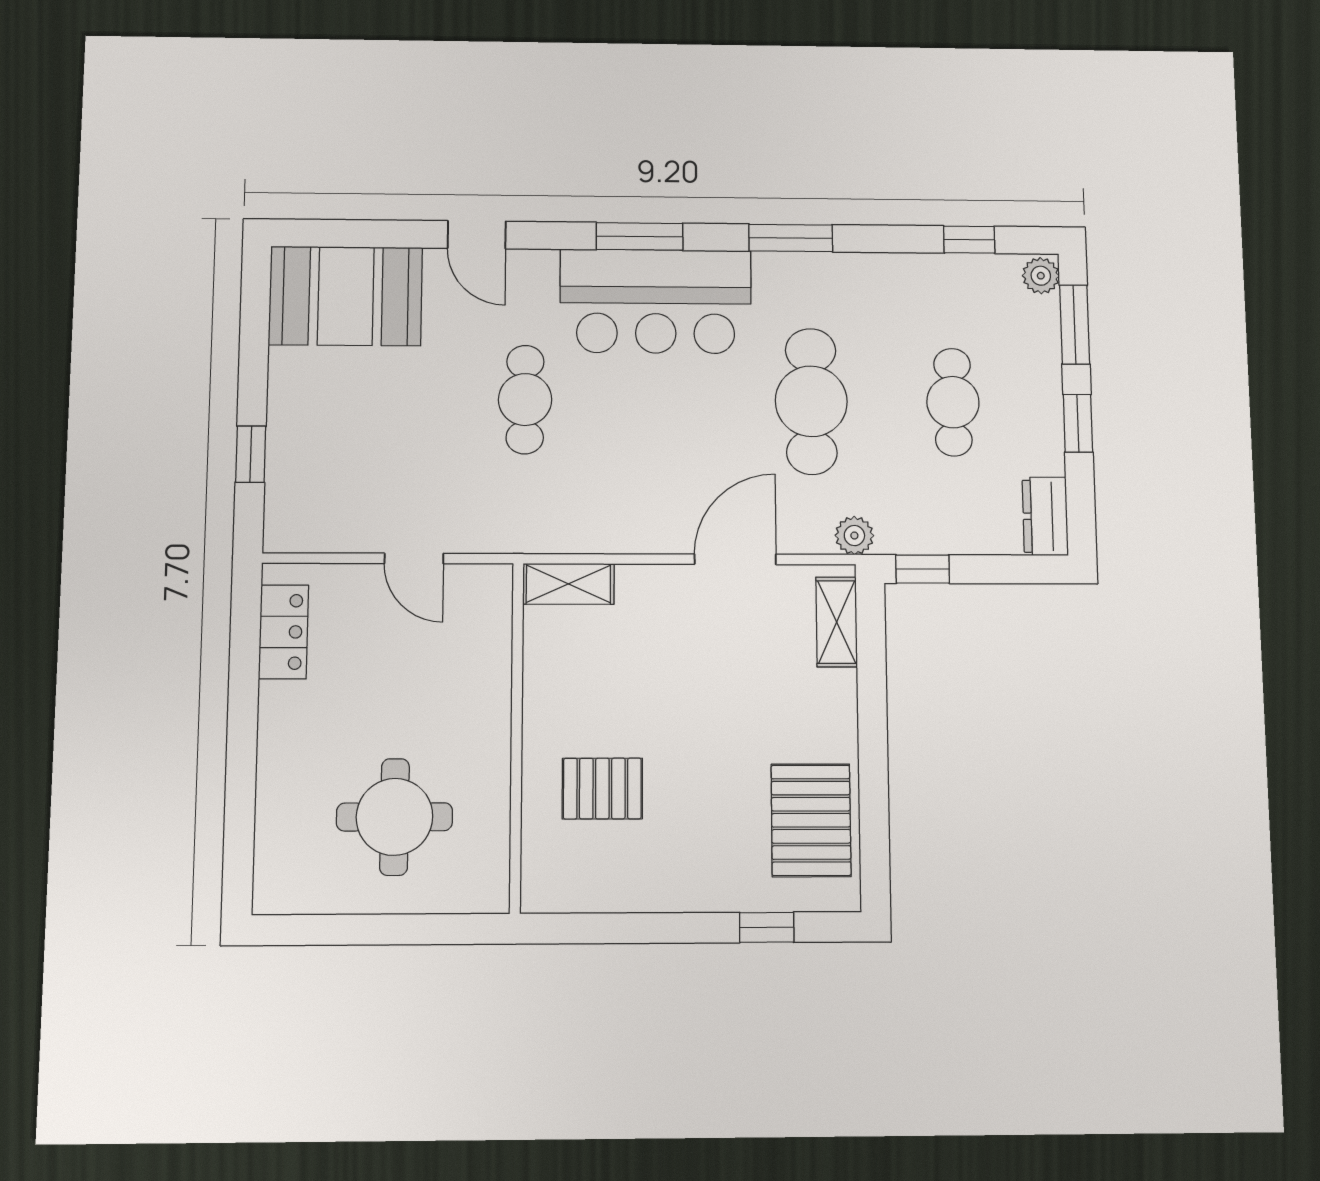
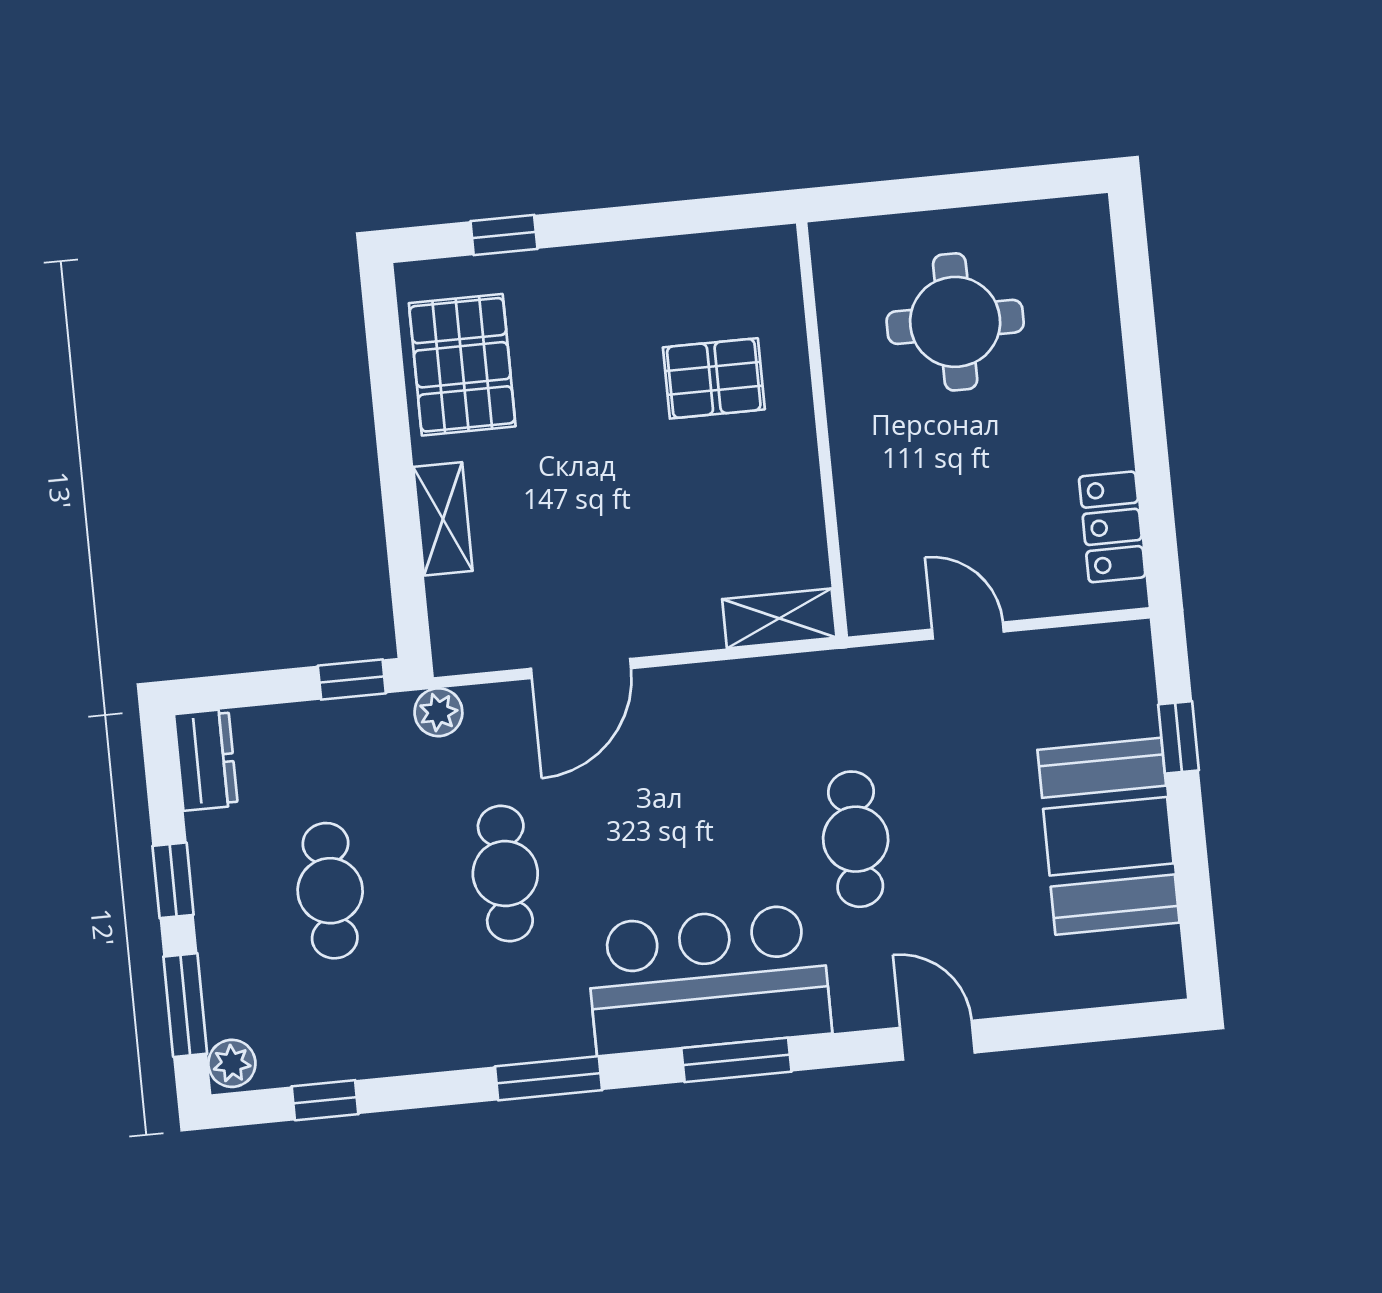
booth: (346, 296) -> (1108, 836), moved, turned 90
cafe table: (811, 401) -> (505, 874), width x0.73, depth x0.74
shelving: (837, 622) -> (443, 519), moved

